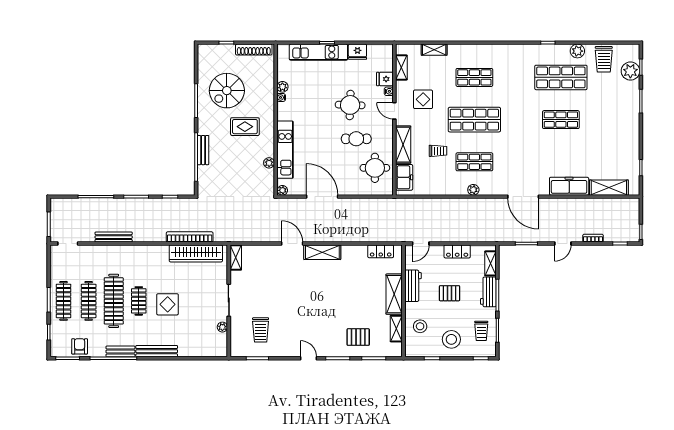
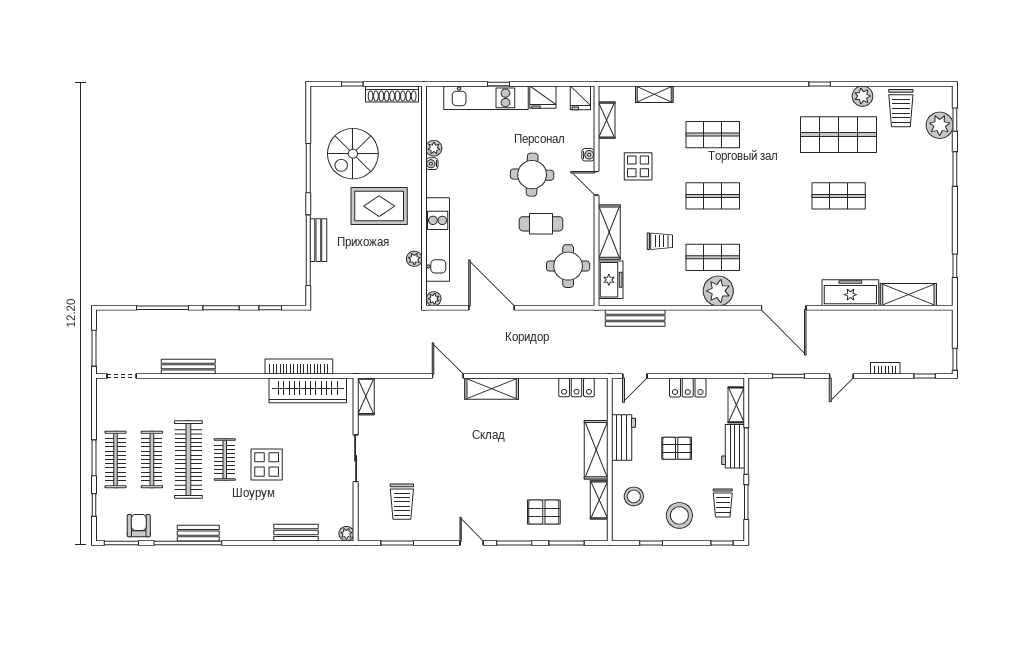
fridge: (385, 79) -> (580, 98), moved, turned -90
shop shelf: (474, 120) -> (713, 196), width x0.70, depth x0.74
rug: (245, 127) -> (379, 206), width x1.36, depth x1.43
plant: (473, 190) -> (718, 291), width x1.88, depth x1.88
bench: (421, 204) -> (635, 318), added
plant: (222, 327) -> (346, 534), moved
bench: (157, 351) -> (296, 533), moved, width x0.73

